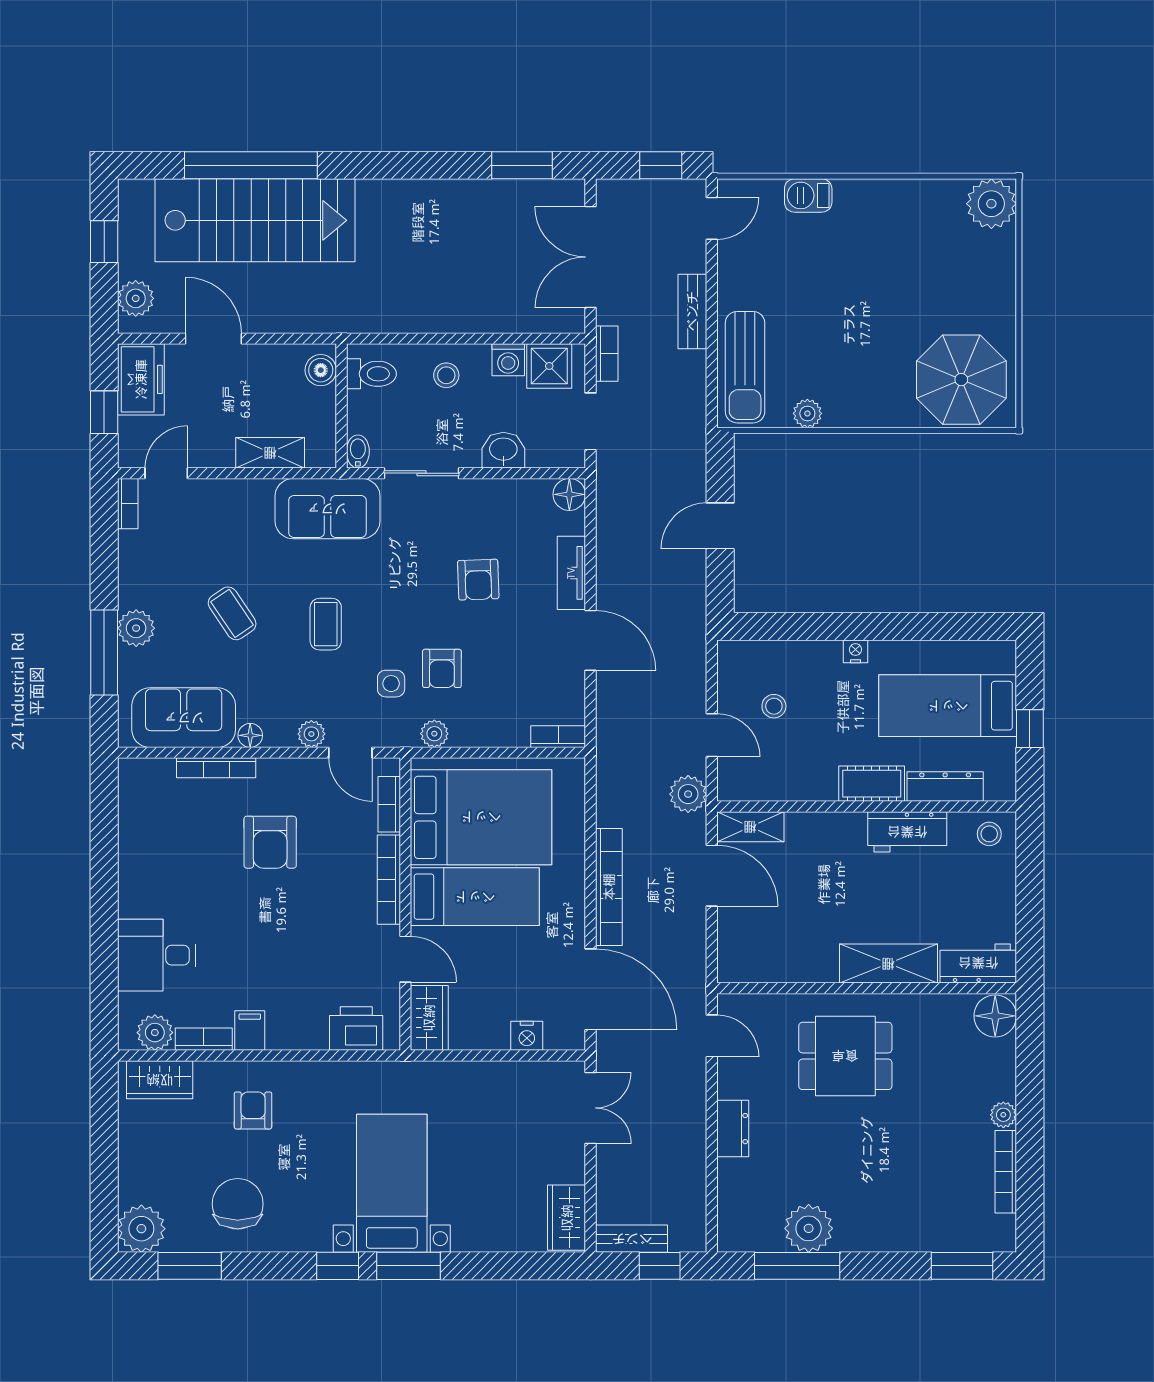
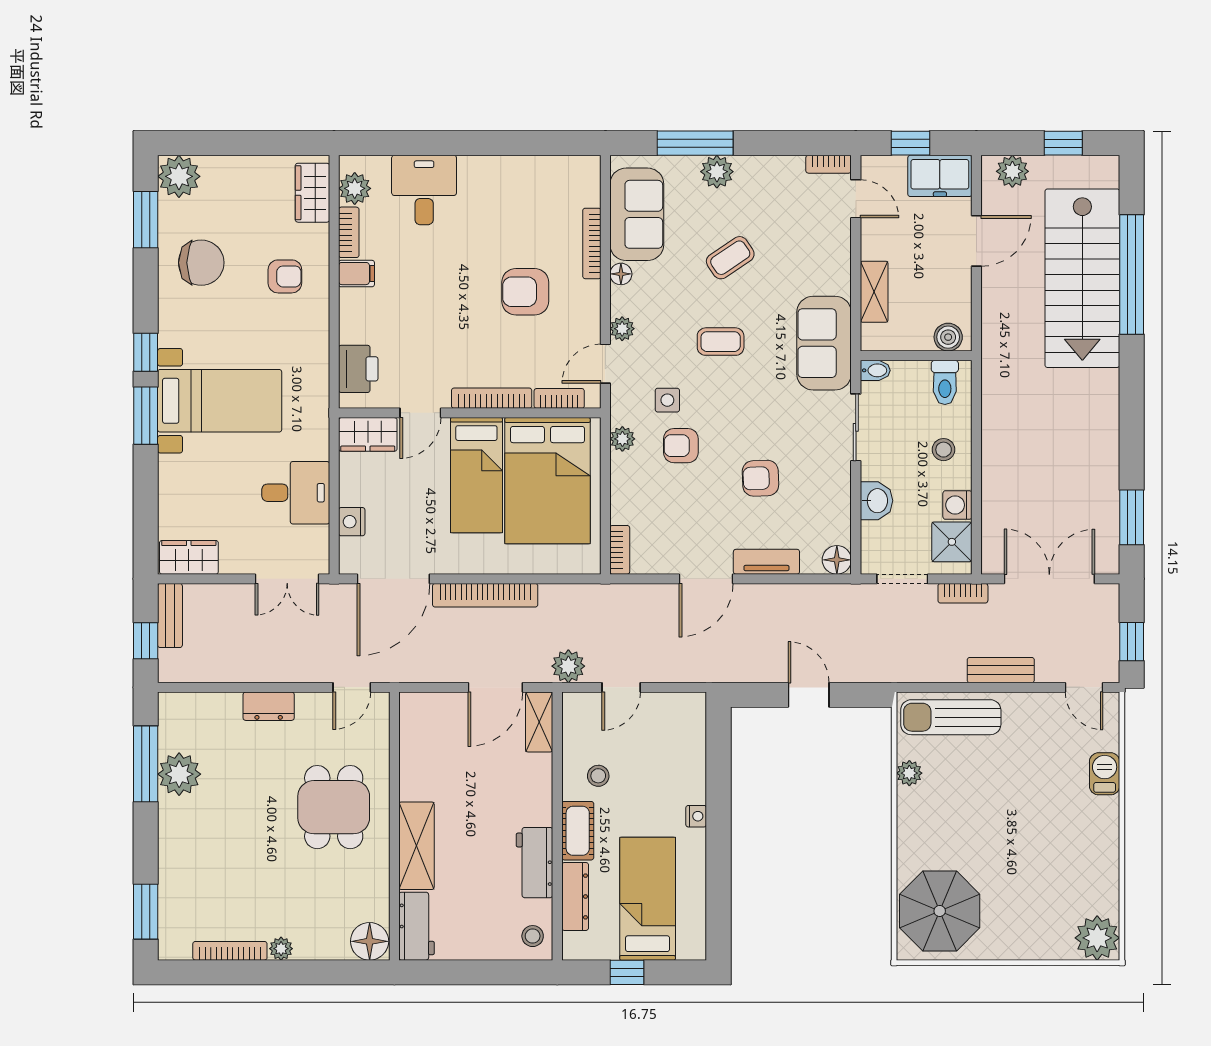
stool: (774, 706) -> (598, 776), moved
desk: (494, 1098) -> (296, 493), added

